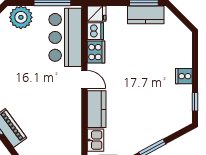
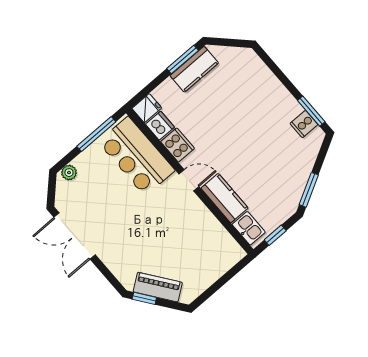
plant: (21, 17) -> (69, 173), width x0.53, depth x0.53
cooker: (184, 76) -> (304, 124), moved
window: (195, 102) -> (311, 111), width x1.50

